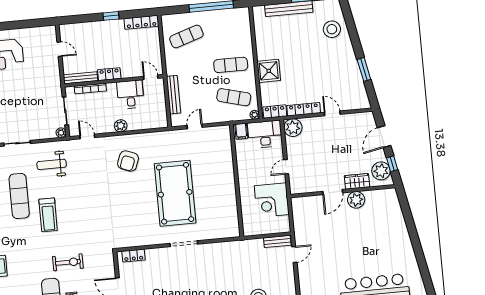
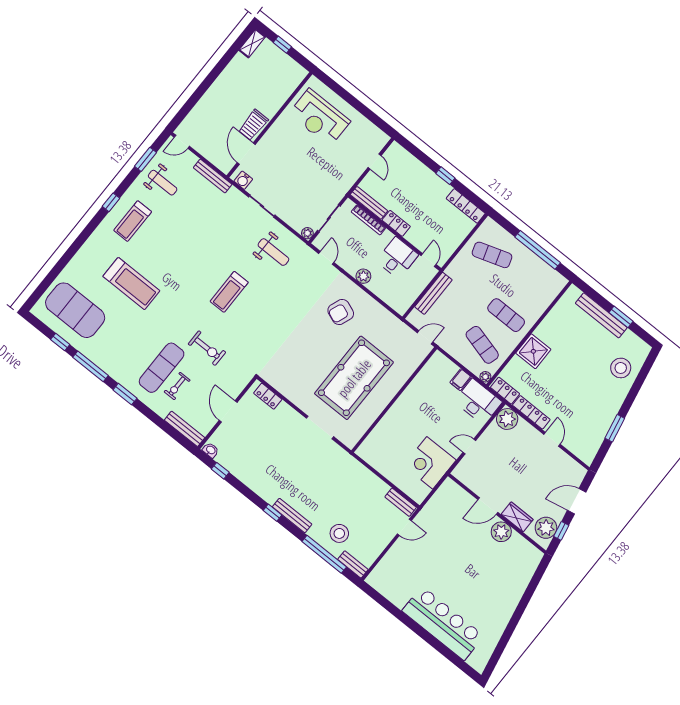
weight bench: (52, 164) -> (273, 252), turned 180
wall: (237, 181) -> (394, 400), moved
exercise mat: (19, 196) -> (220, 252), removed

